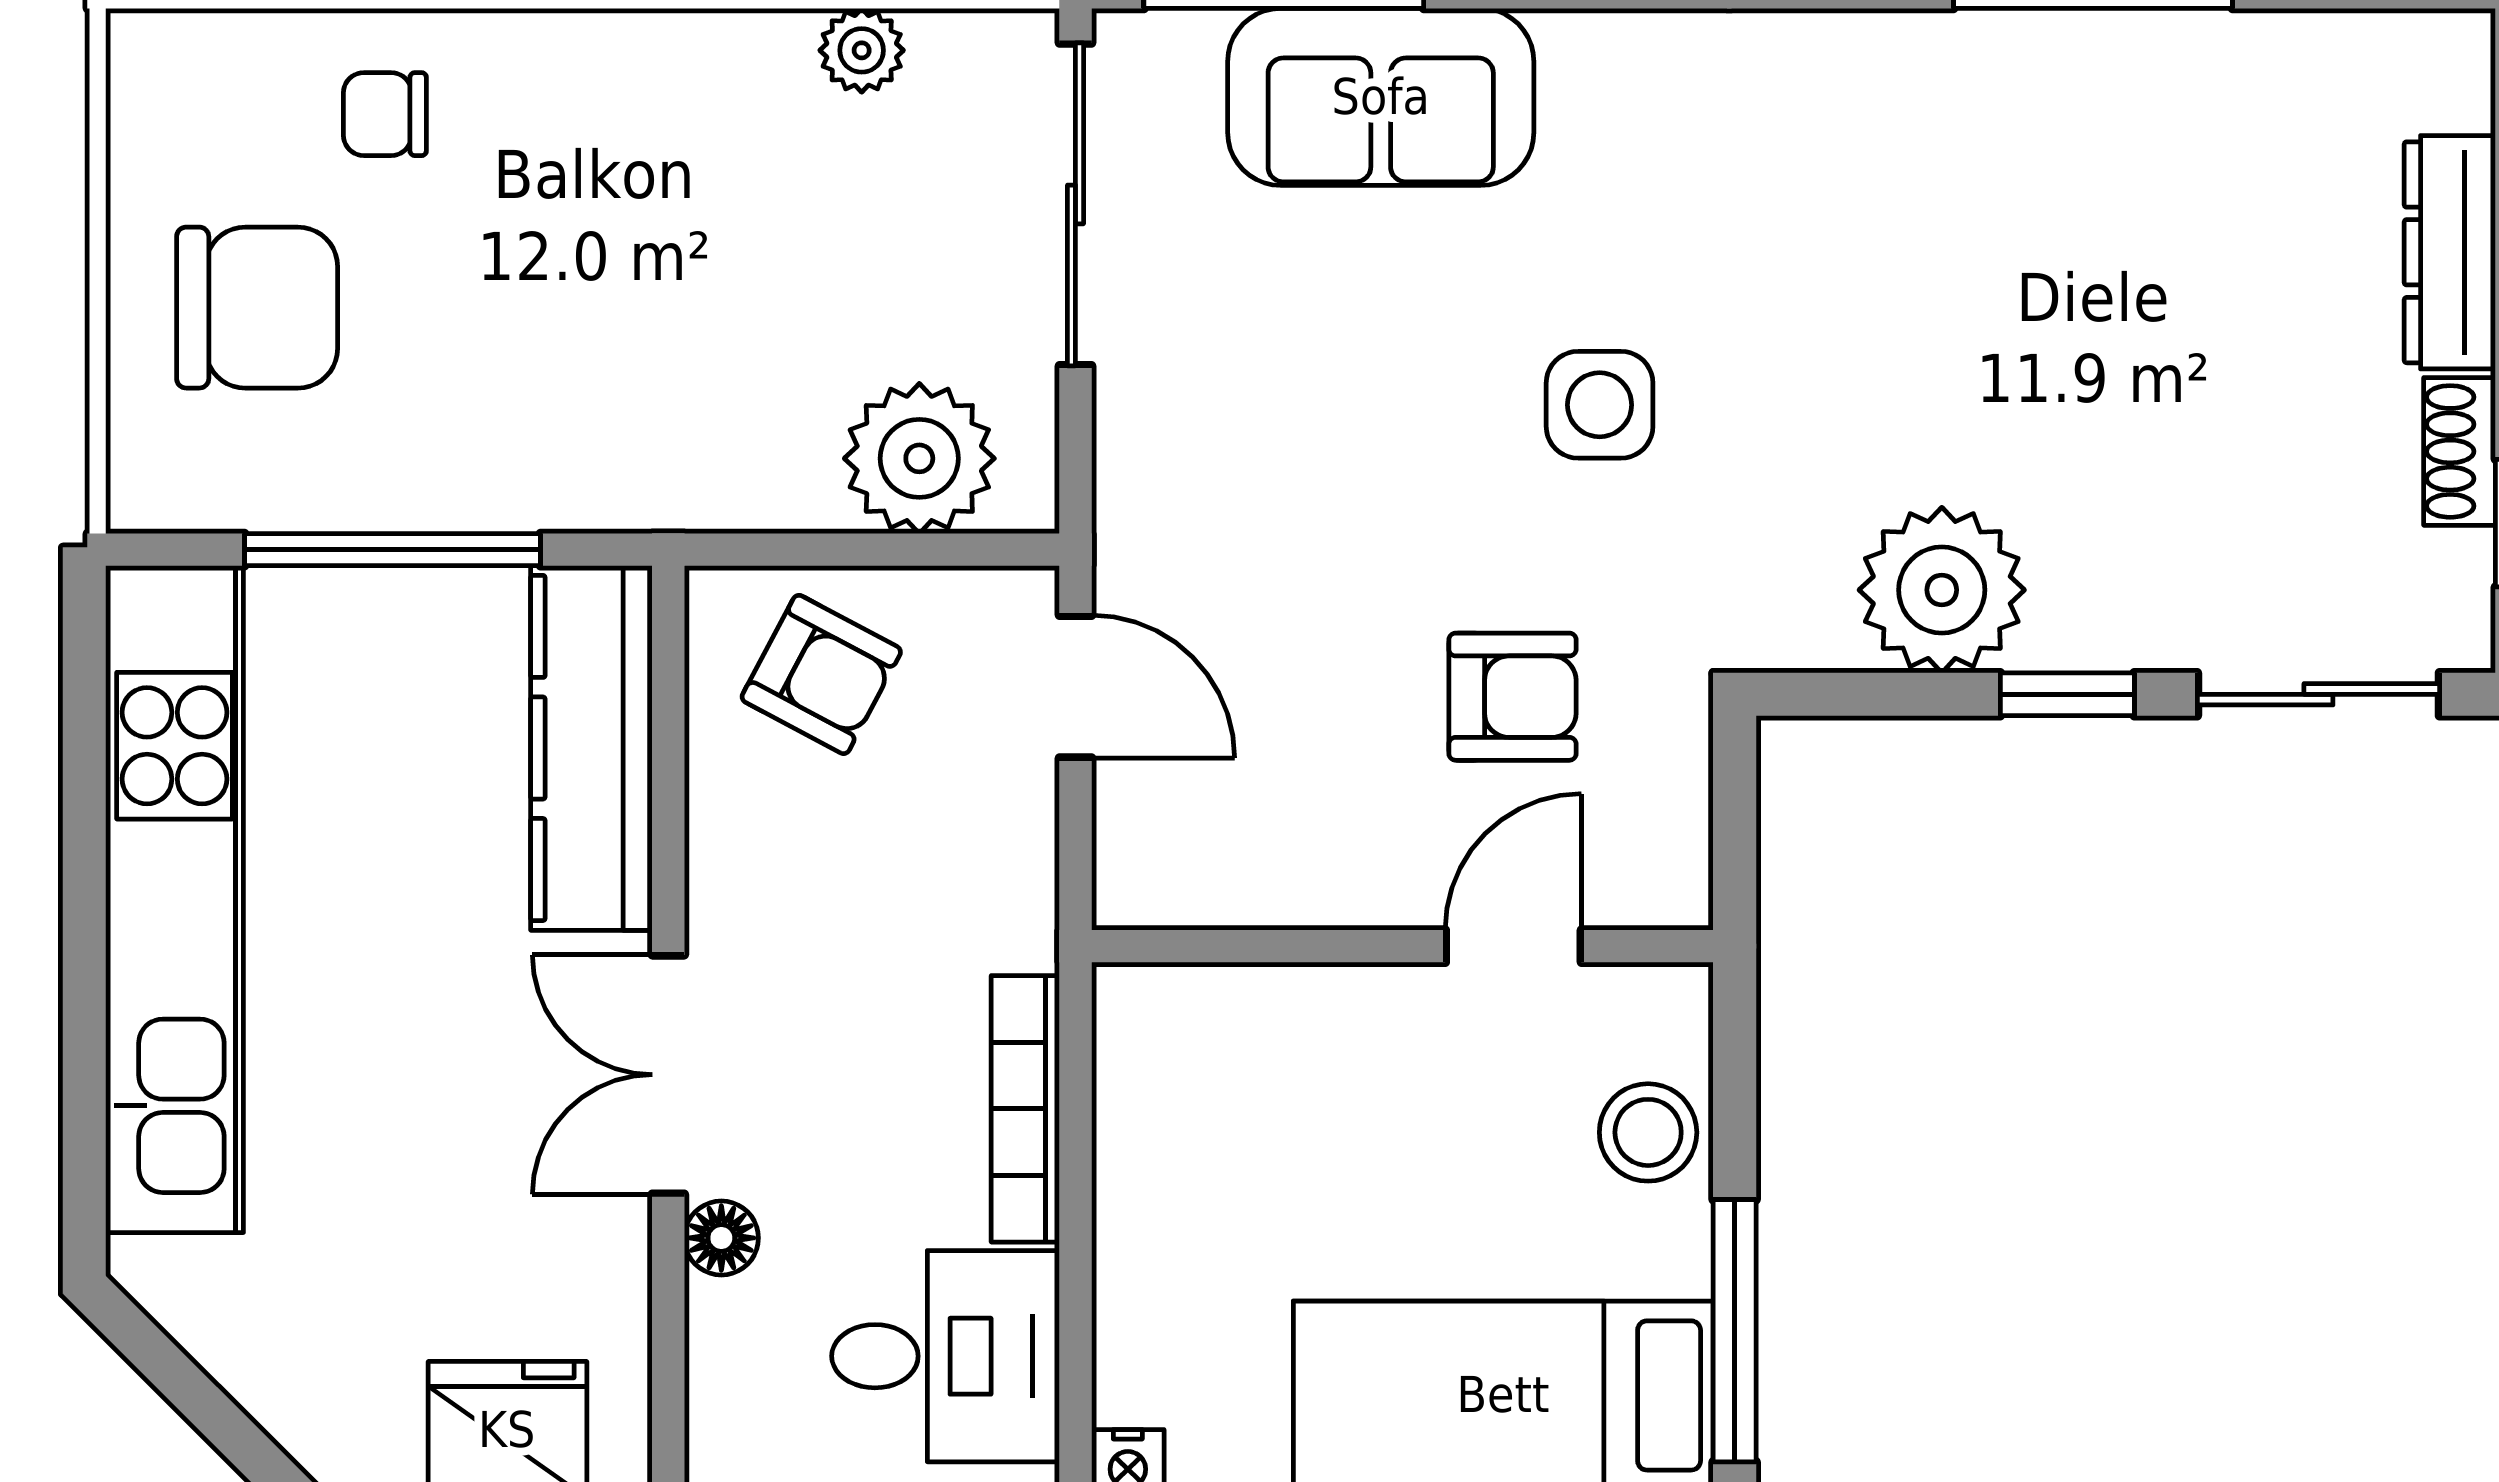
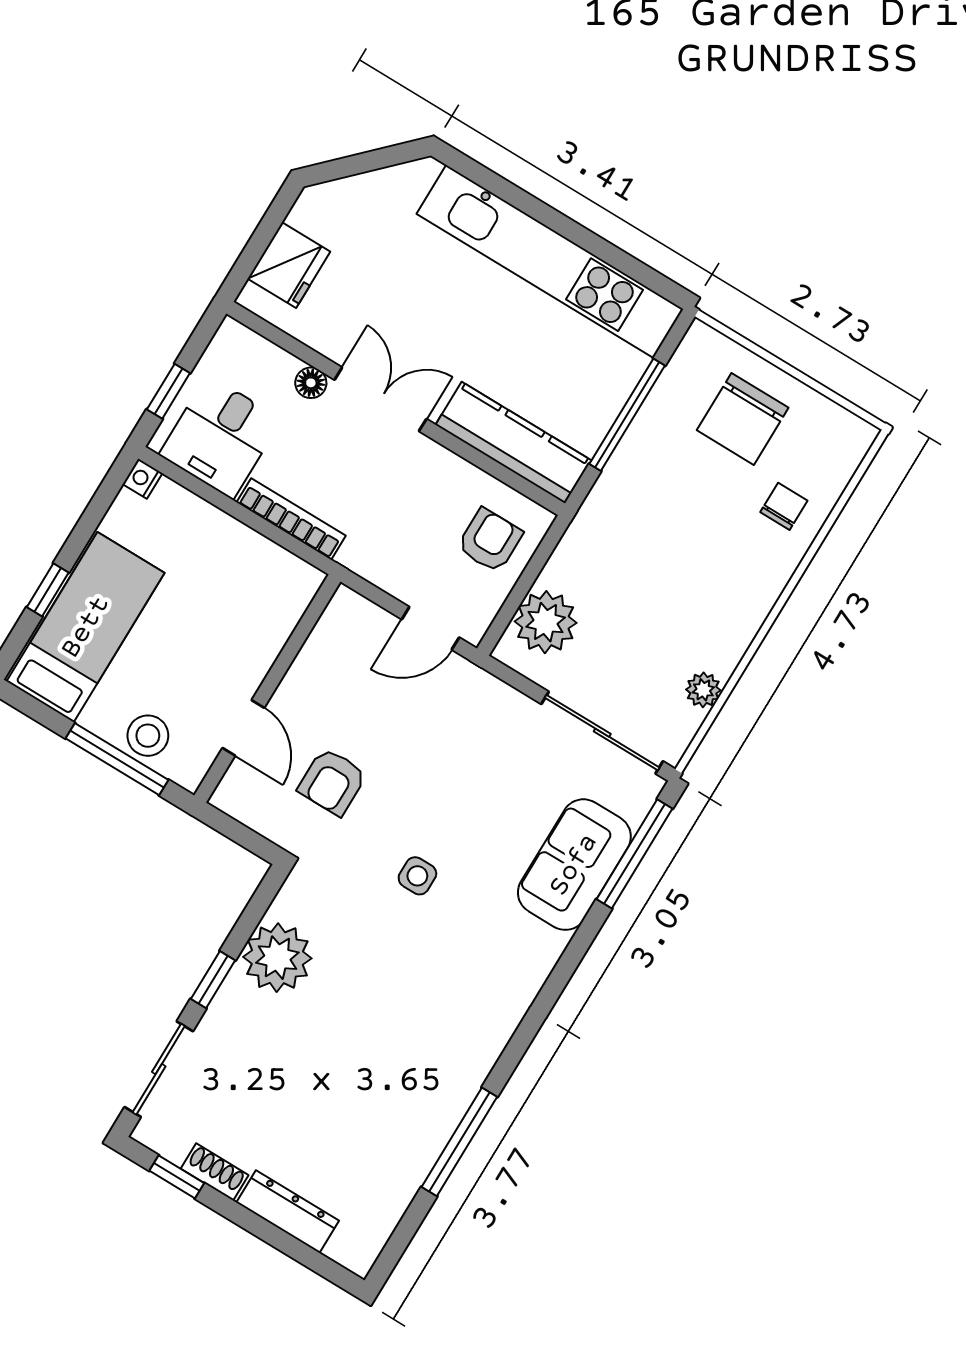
side table: (1600, 405) -> (417, 876), width x0.73, depth x0.73
armchair: (821, 674) -> (490, 540), turned 152
window: (1735, 1331) -> (117, 759), moved

